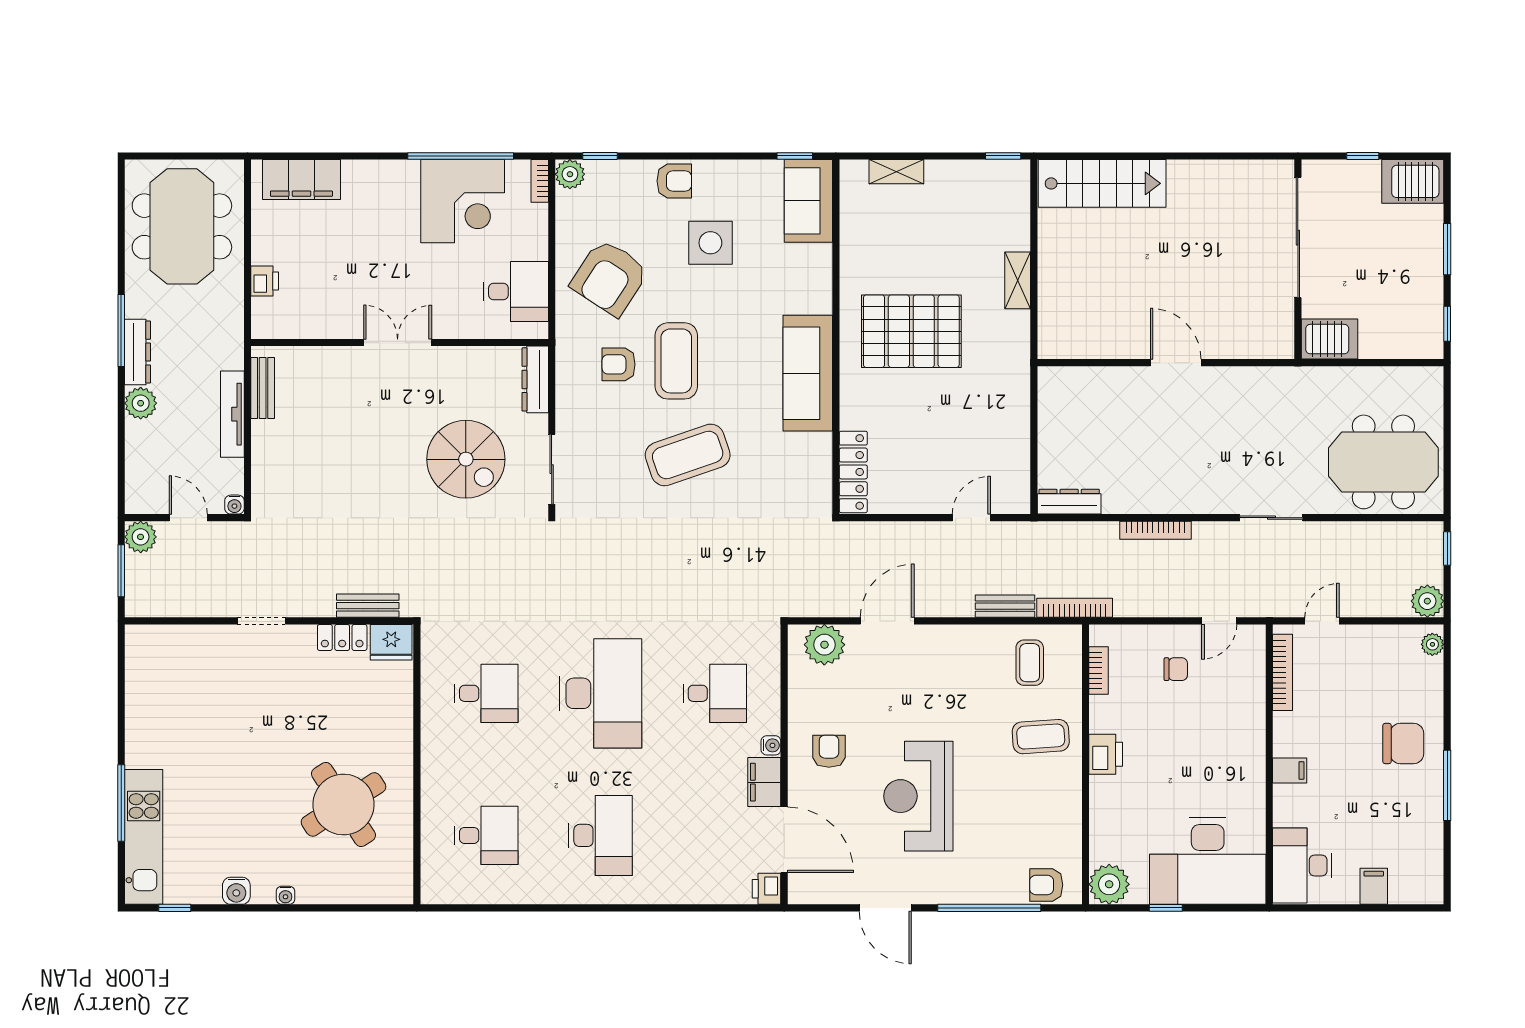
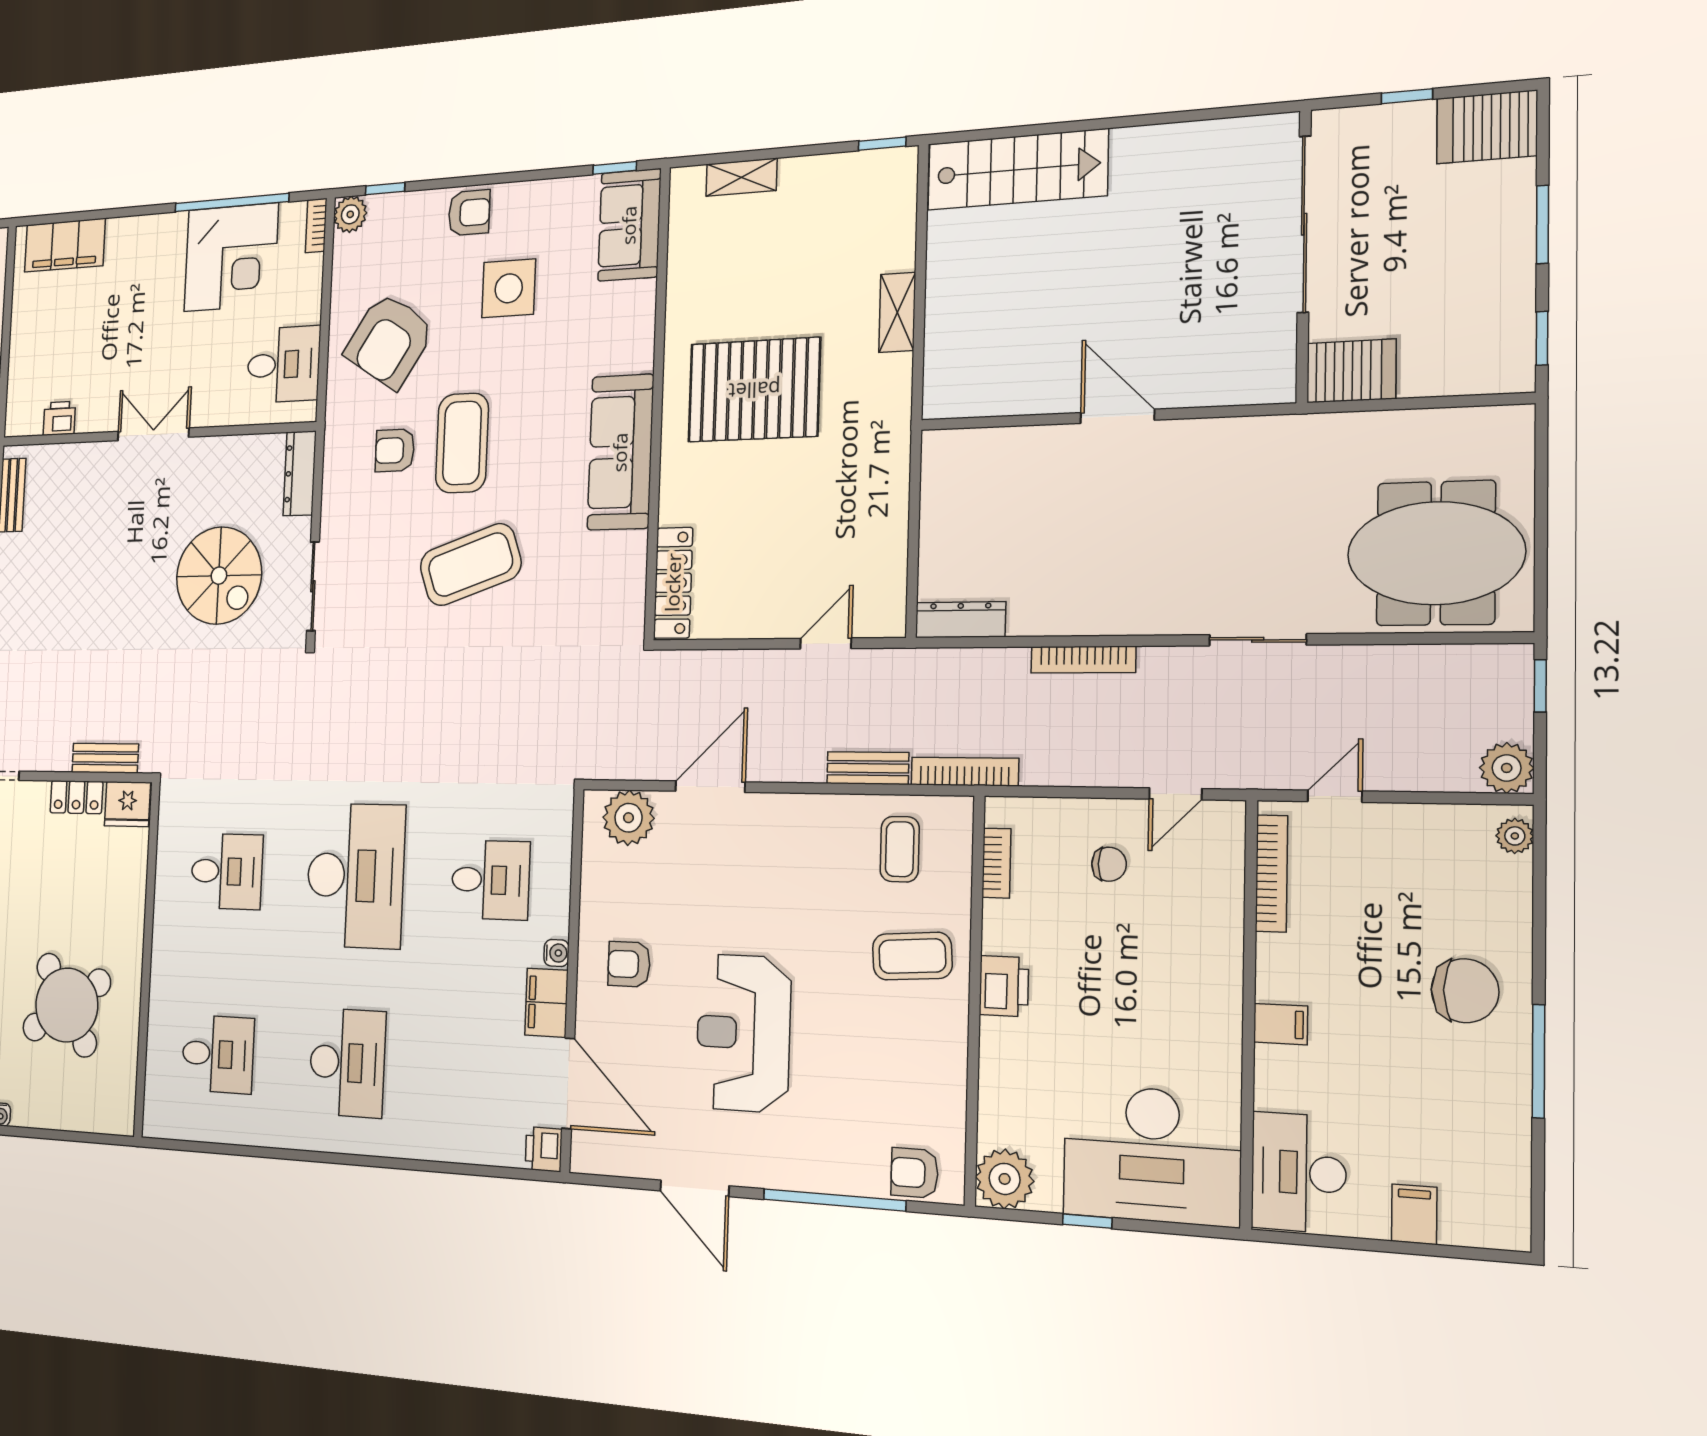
printer: (265, 281) -> (59, 418), moved, turned -90
armchair: (829, 751) -> (629, 964), turned -90

